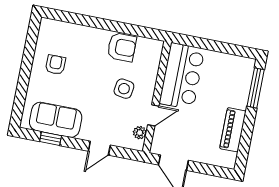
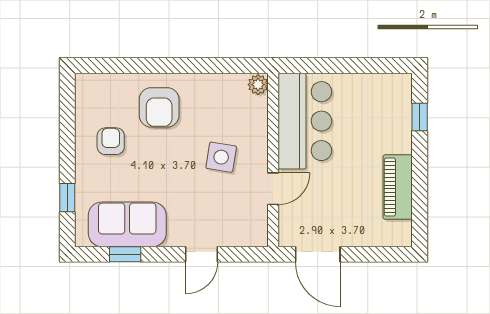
armchair: (122, 47) -> (159, 107), moved, turned 90
window: (256, 88) -> (420, 117), width x0.46
window: (21, 95) -> (67, 198), added
plant: (140, 133) -> (258, 85), moved

